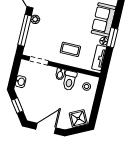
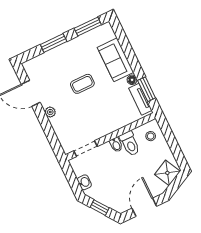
window: (25, 30) -> (49, 131), removed
window: (112, 38) -> (147, 89), moved
coffee table: (70, 49) -> (82, 84), moved

